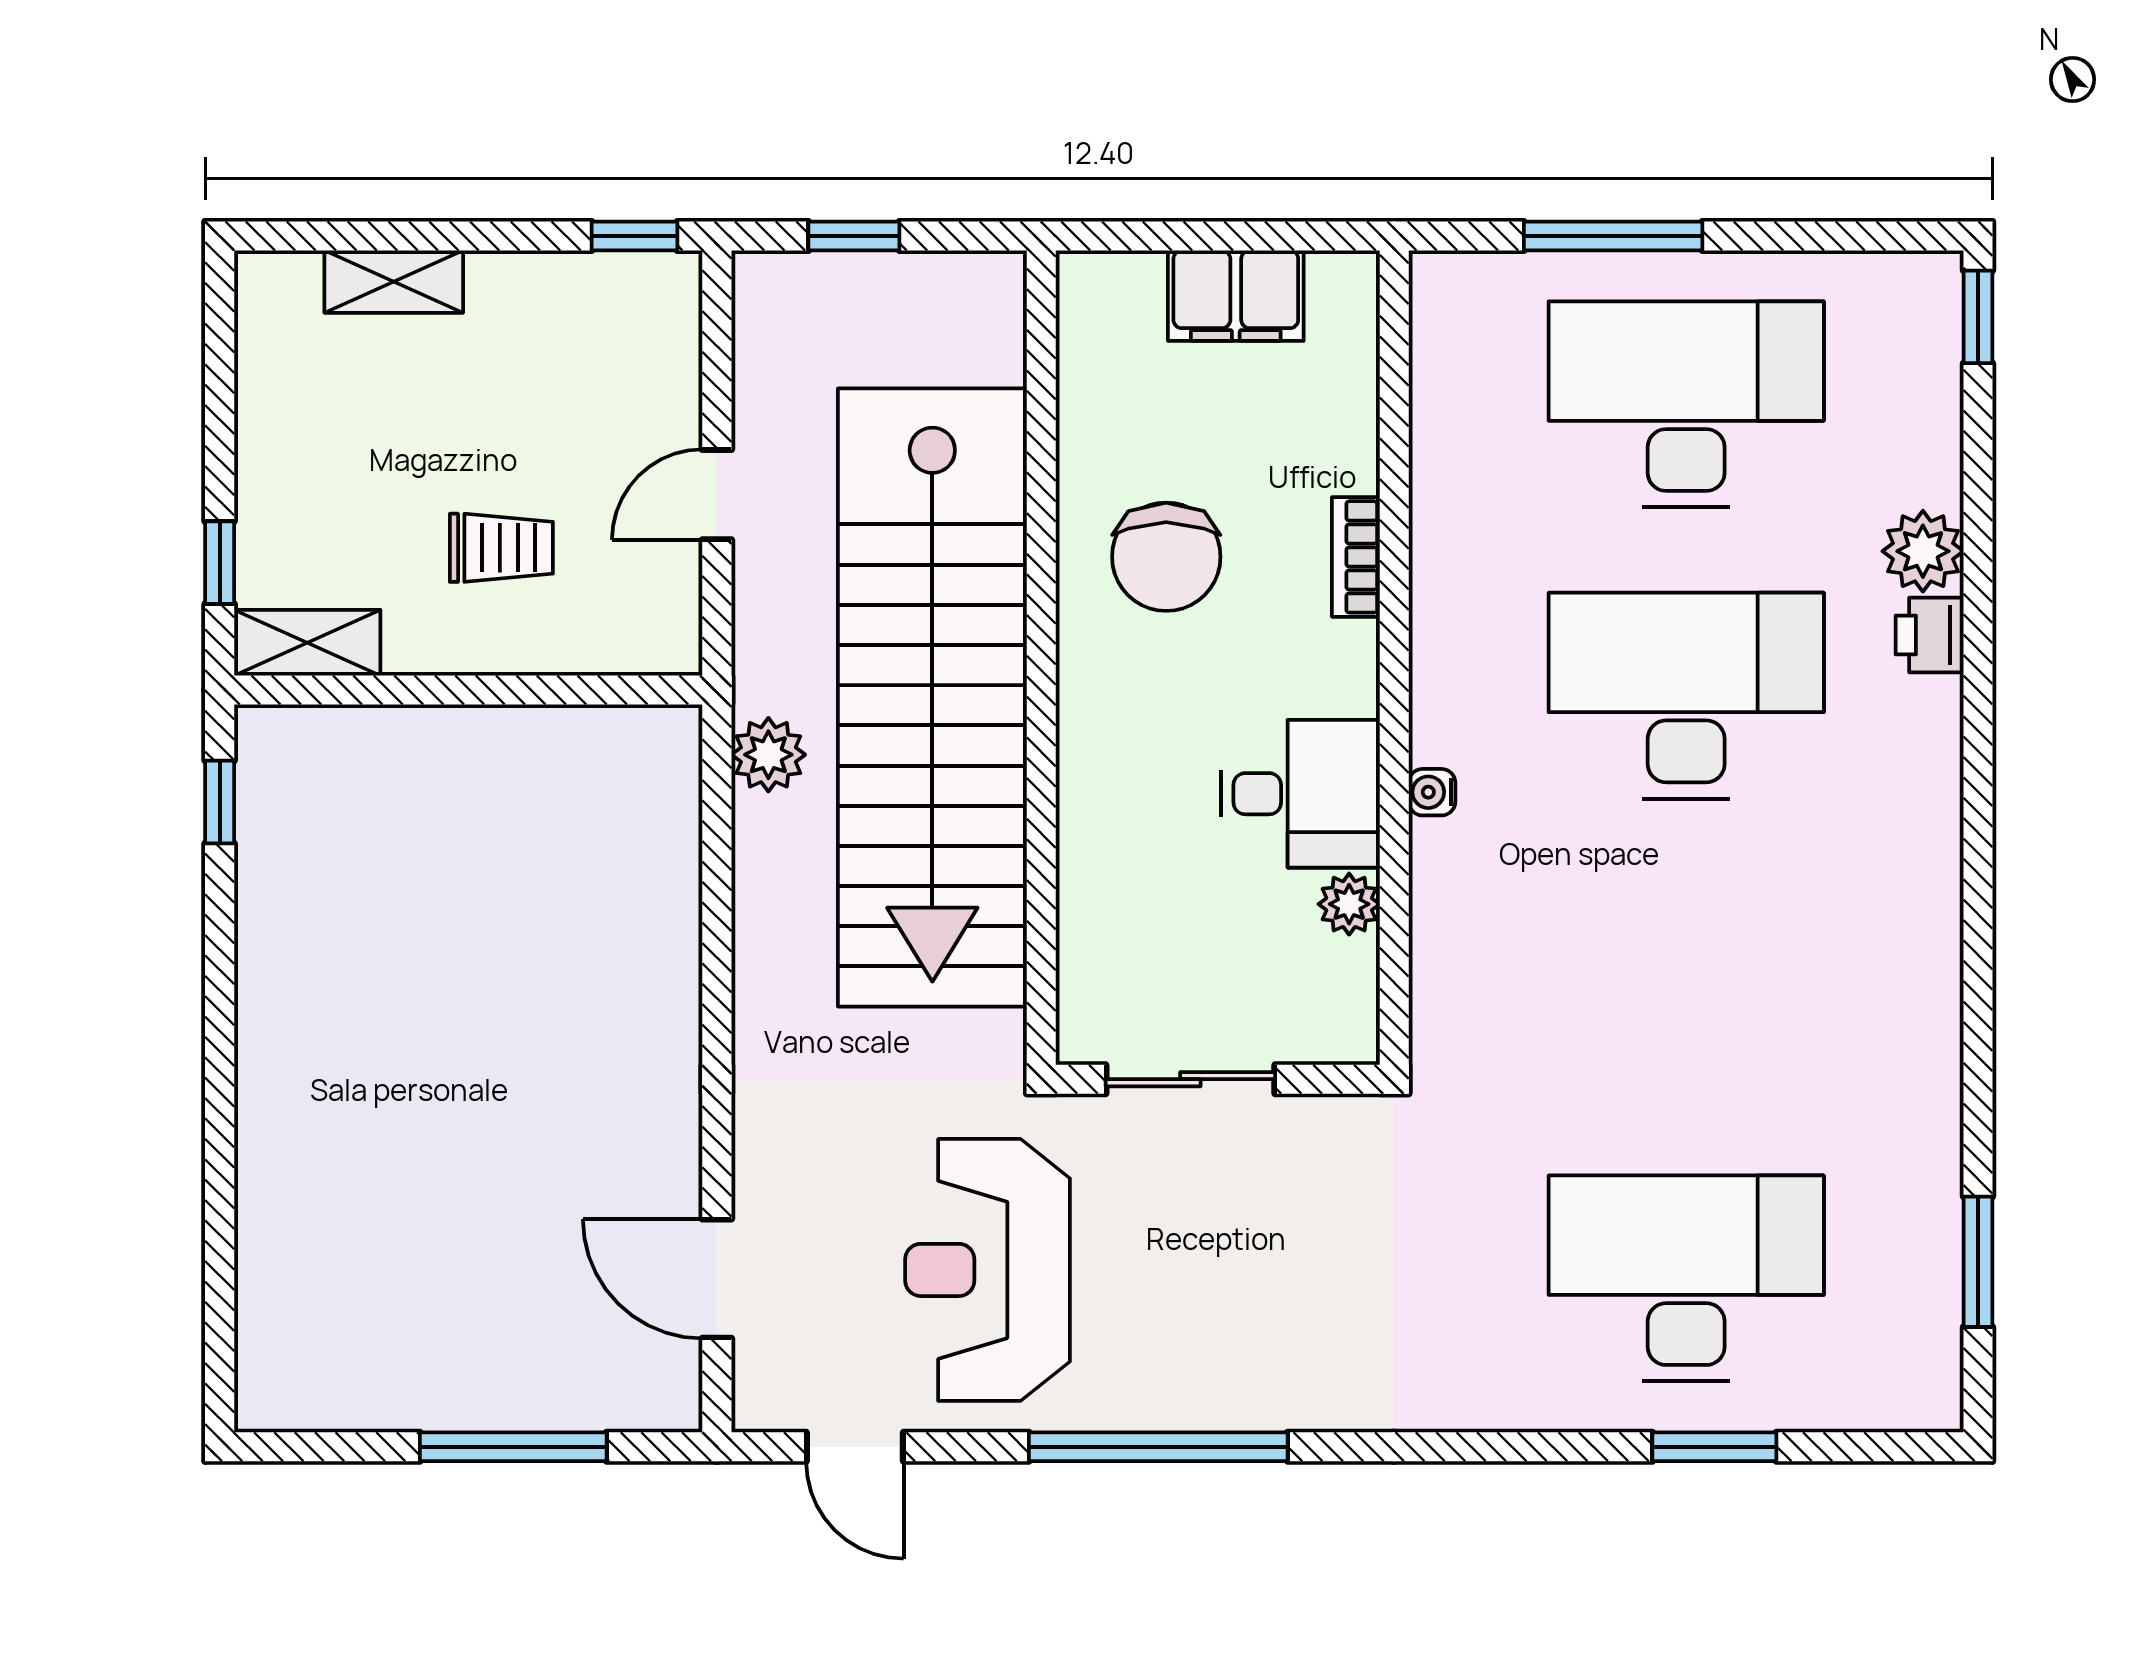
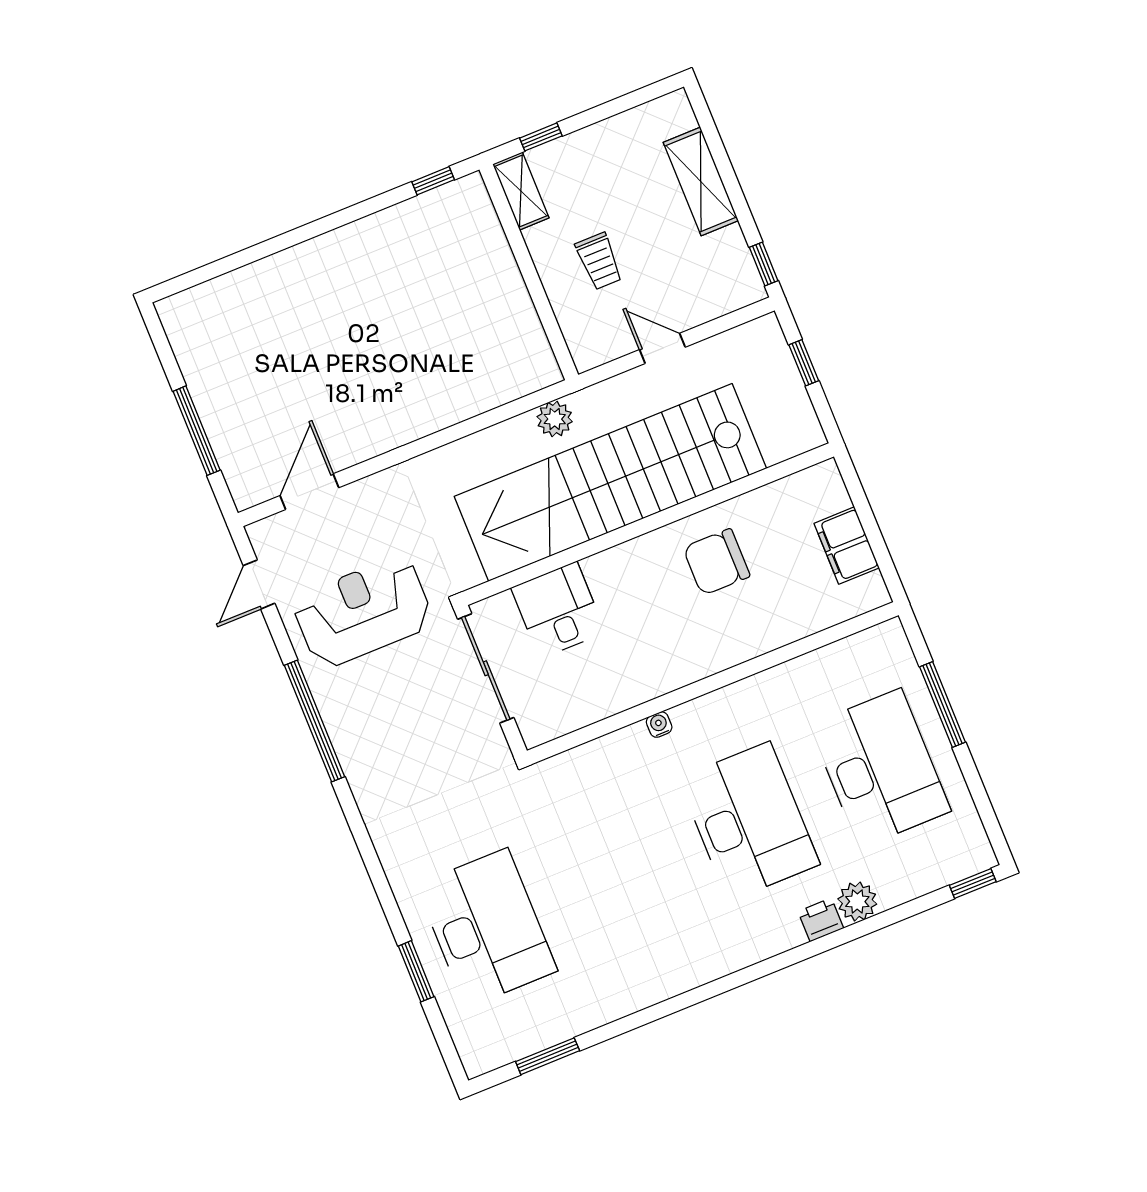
shelving: (394, 282) -> (701, 181), width x1.50, depth x1.33
bookcase: (1356, 557) -> (751, 647), removed
desk: (1300, 794) -> (558, 610), moved, turned 180
plant: (1349, 904) -> (594, 708), removed
sliding door: (1190, 1079) -> (486, 668), width x1.37

